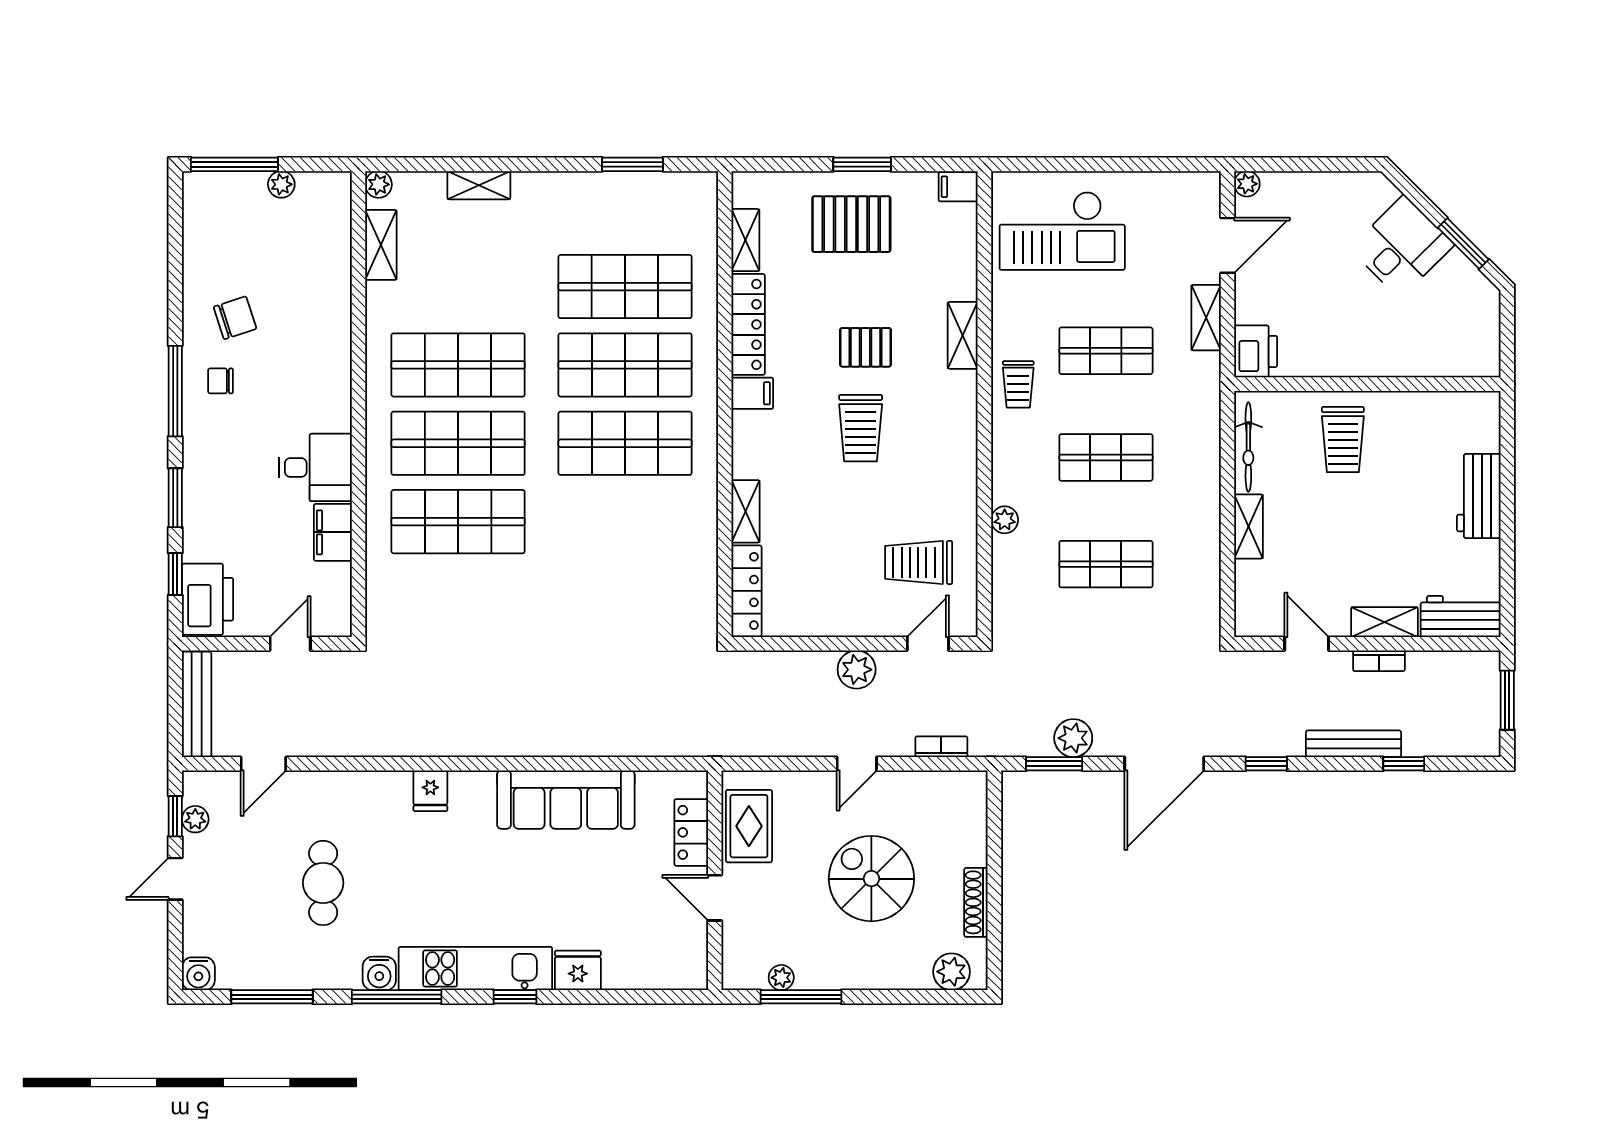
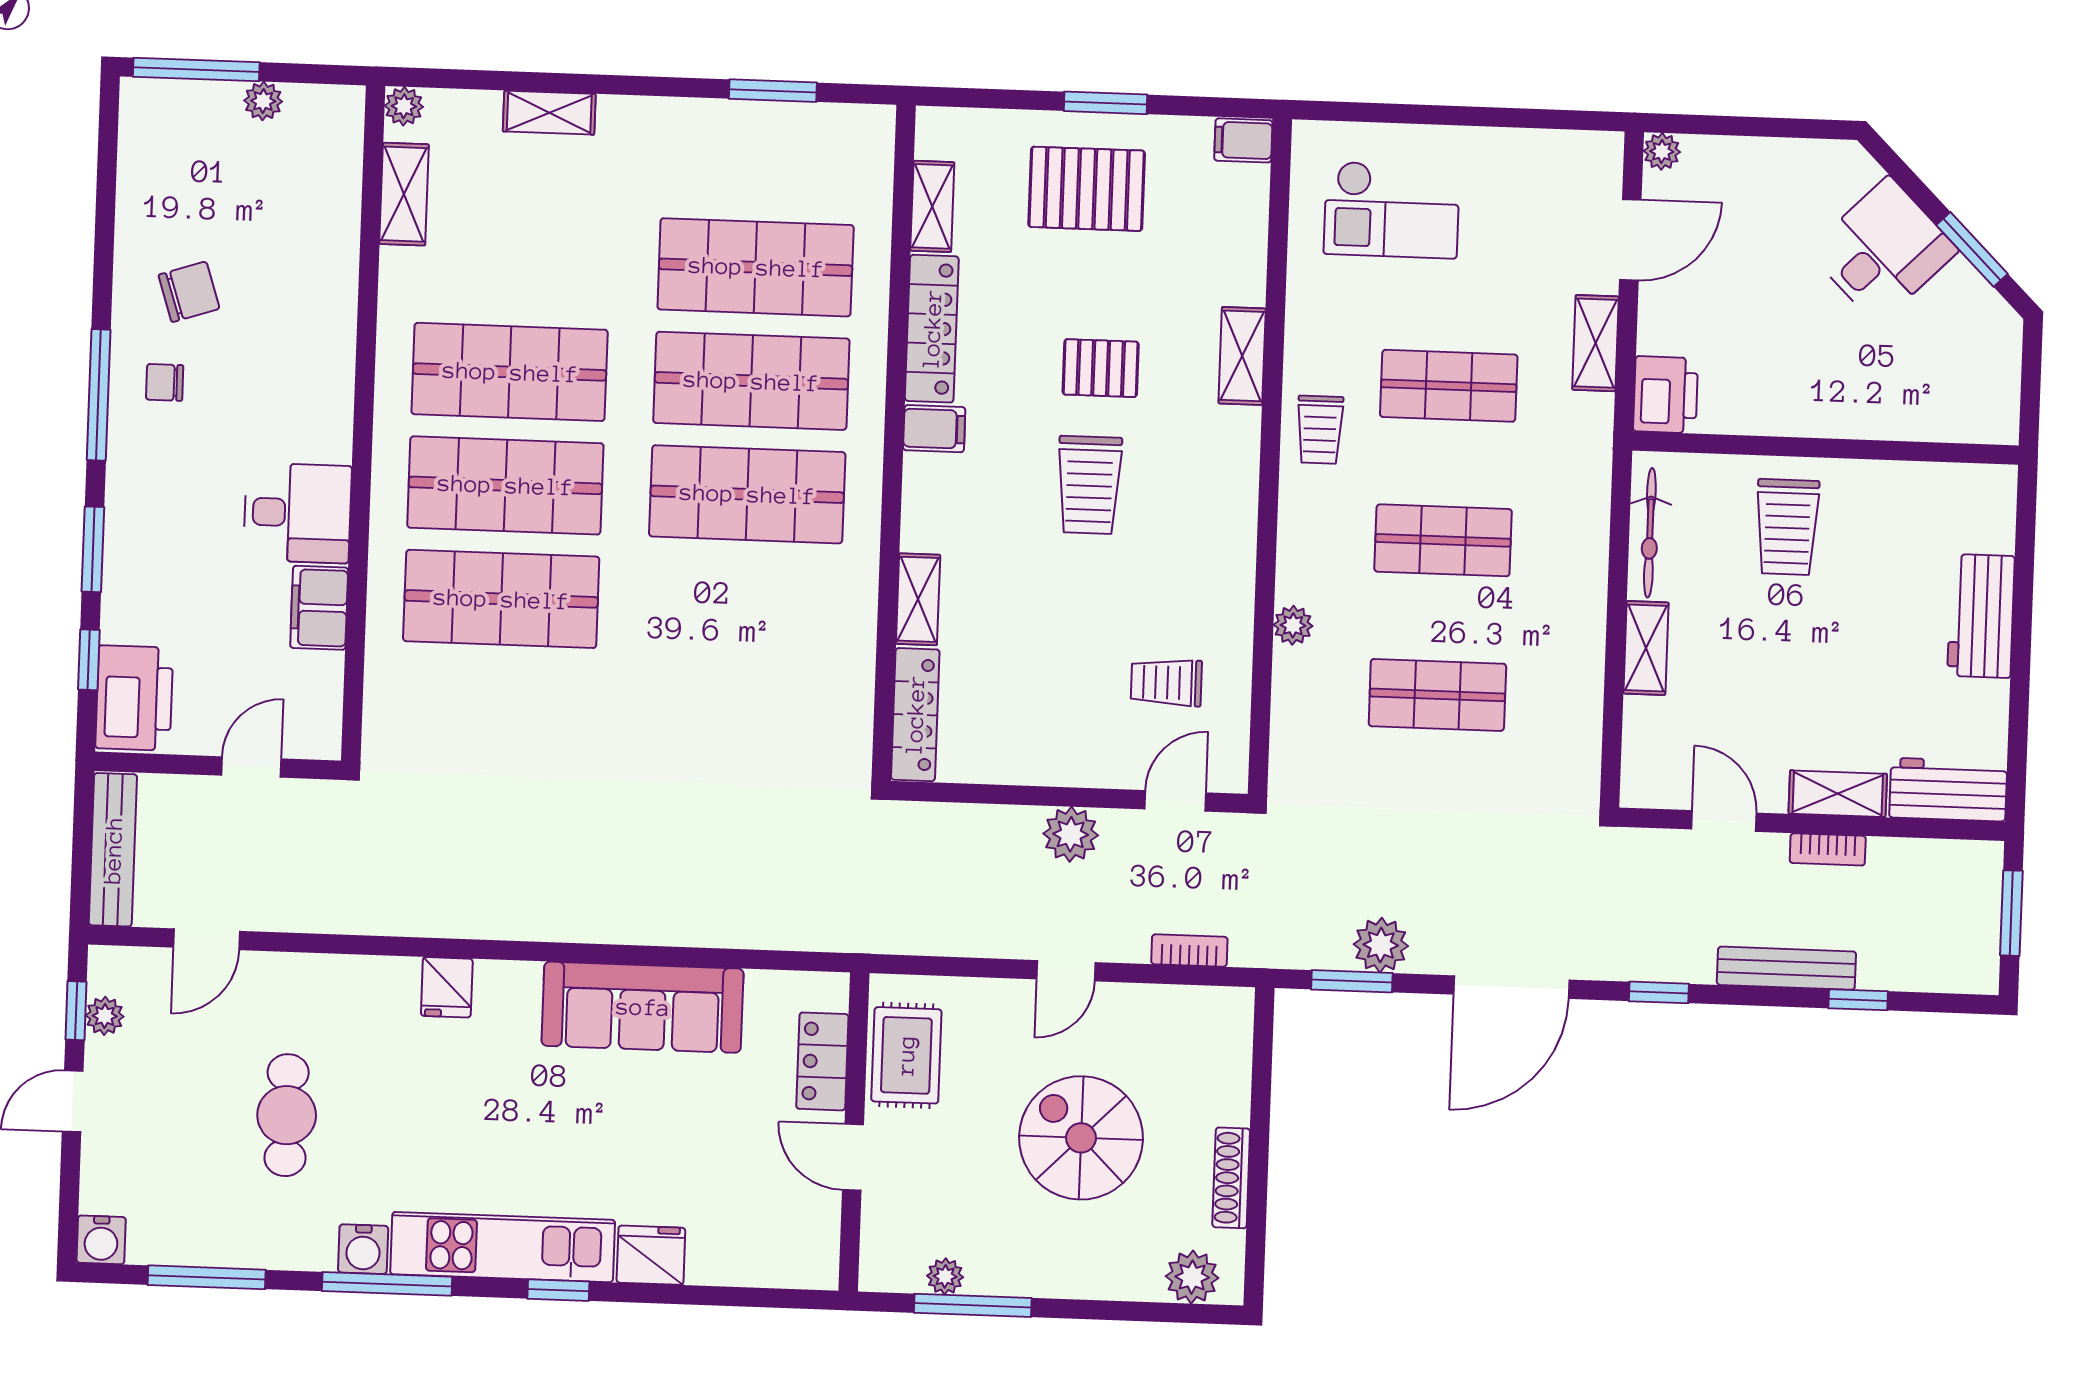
checkout: (1062, 231) -> (1392, 210), width x0.73, depth x0.83
trolley: (919, 562) -> (1166, 683), width x0.73, depth x0.72

